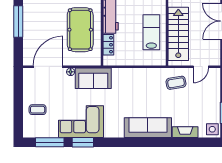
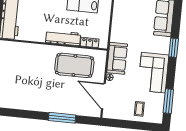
window: (83, 142) -> (174, 48), moved

